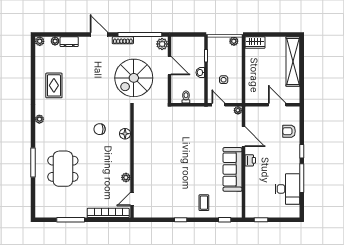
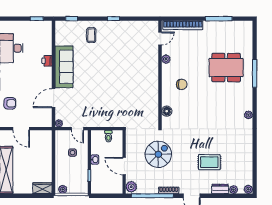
spiral stairs: (134, 78) -> (158, 154), width x0.73, depth x0.73
rug: (54, 85) -> (209, 162), moved, turned 90
chair: (100, 129) -> (182, 84), moved
floor lamp: (125, 134) -> (167, 111), moved
door: (243, 137) -> (54, 98), hinge flipped
printer: (250, 160) -> (47, 61), moved
dining table: (63, 169) -> (226, 68), turned 90

